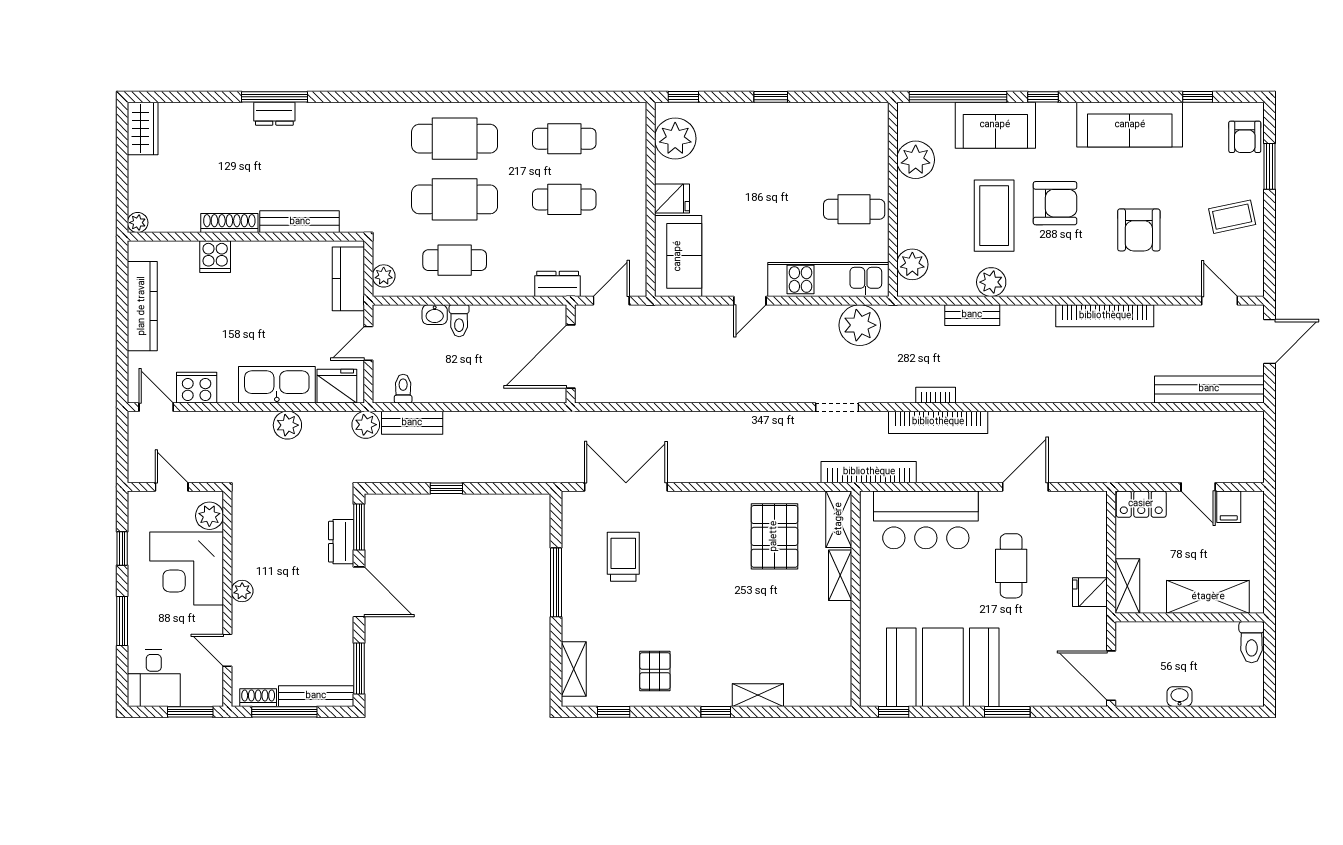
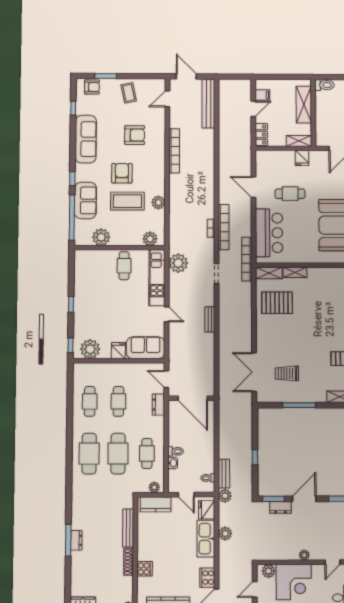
bench: (972, 315) -> (210, 319), moved

